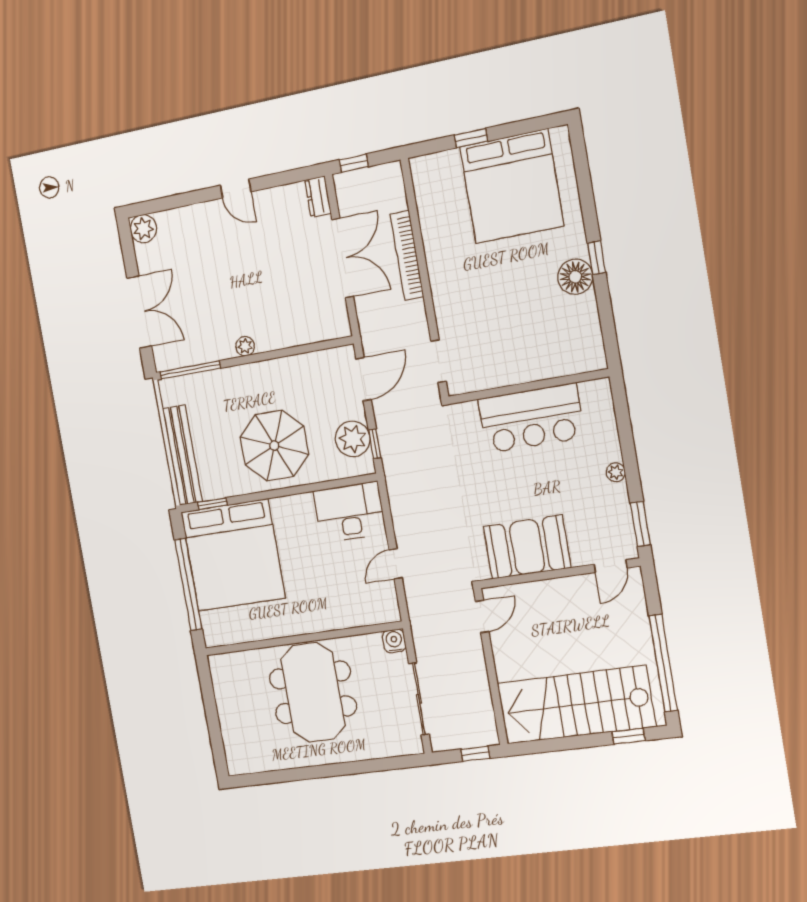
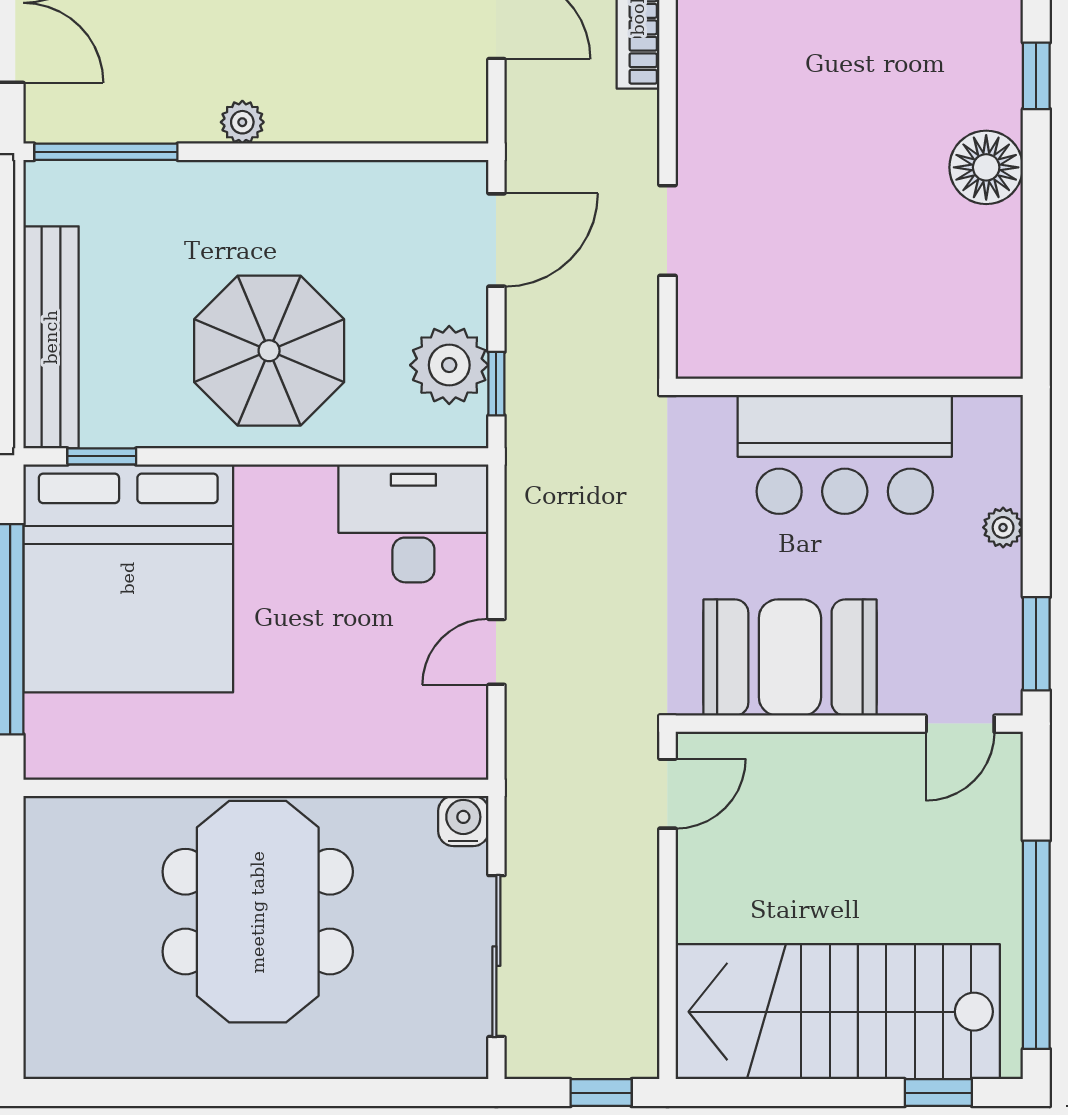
floor lamp: (575, 277) -> (986, 167), moved
wall: (528, 387) -> (849, 387), moved
bar counter: (531, 418) -> (845, 454), moved

